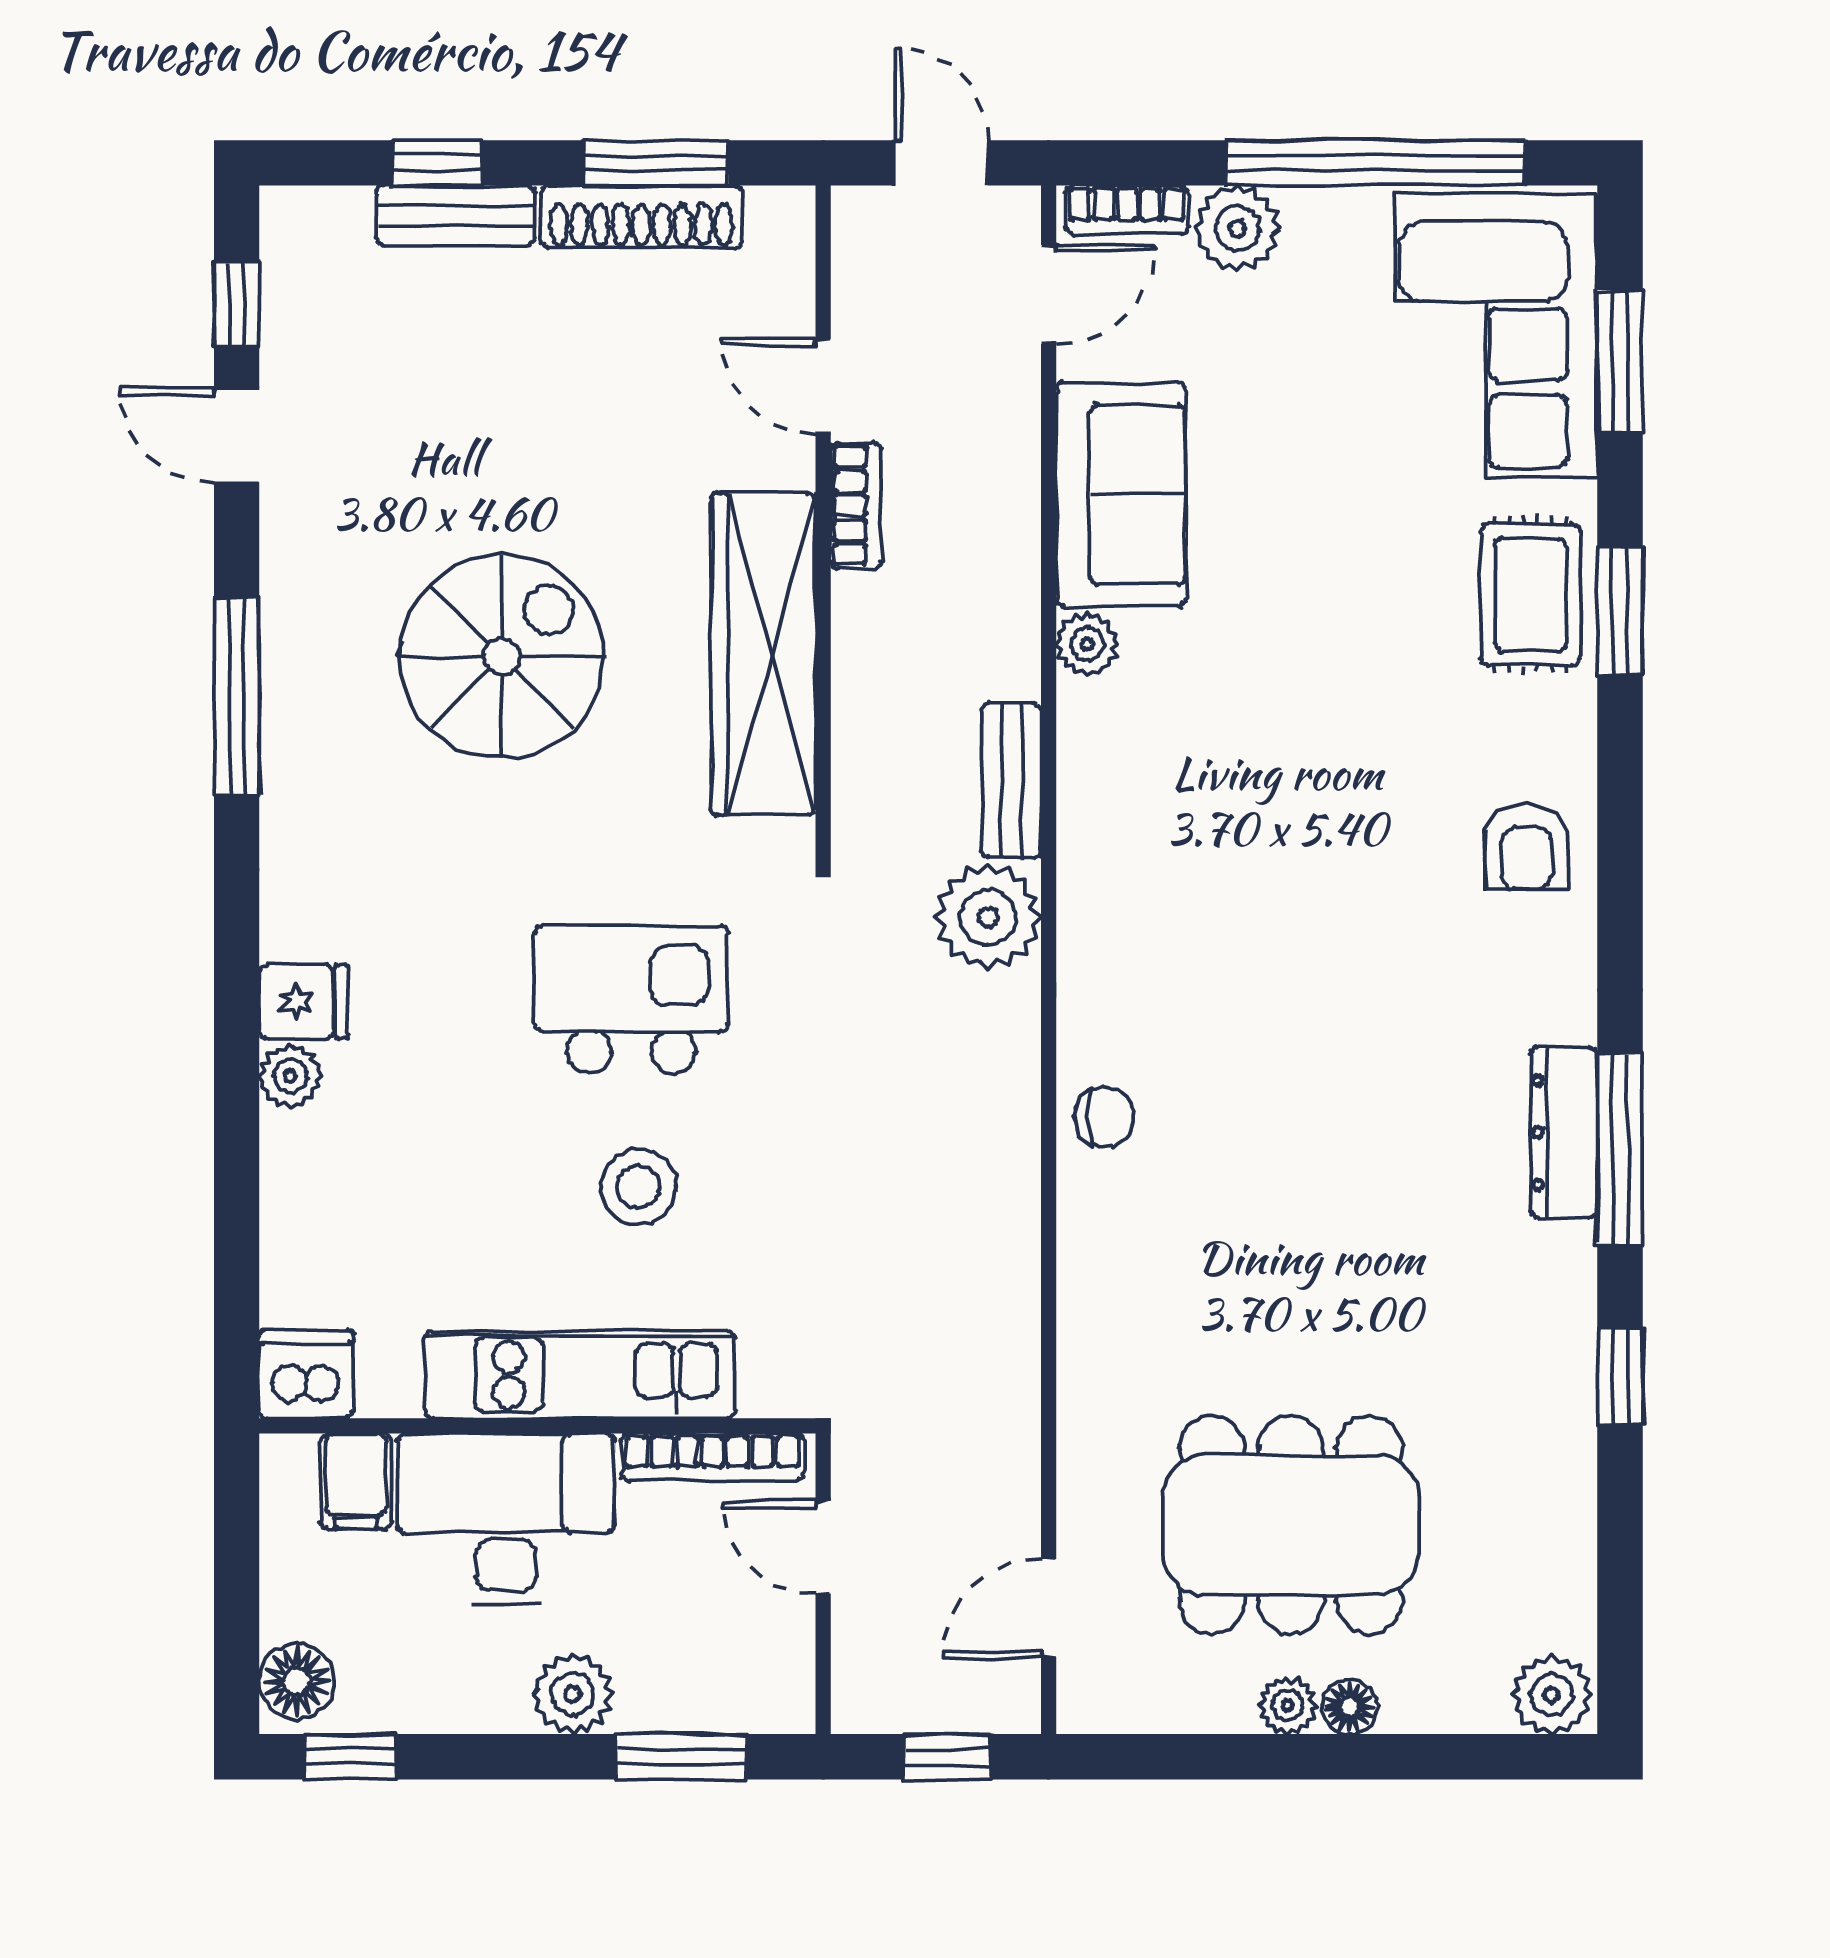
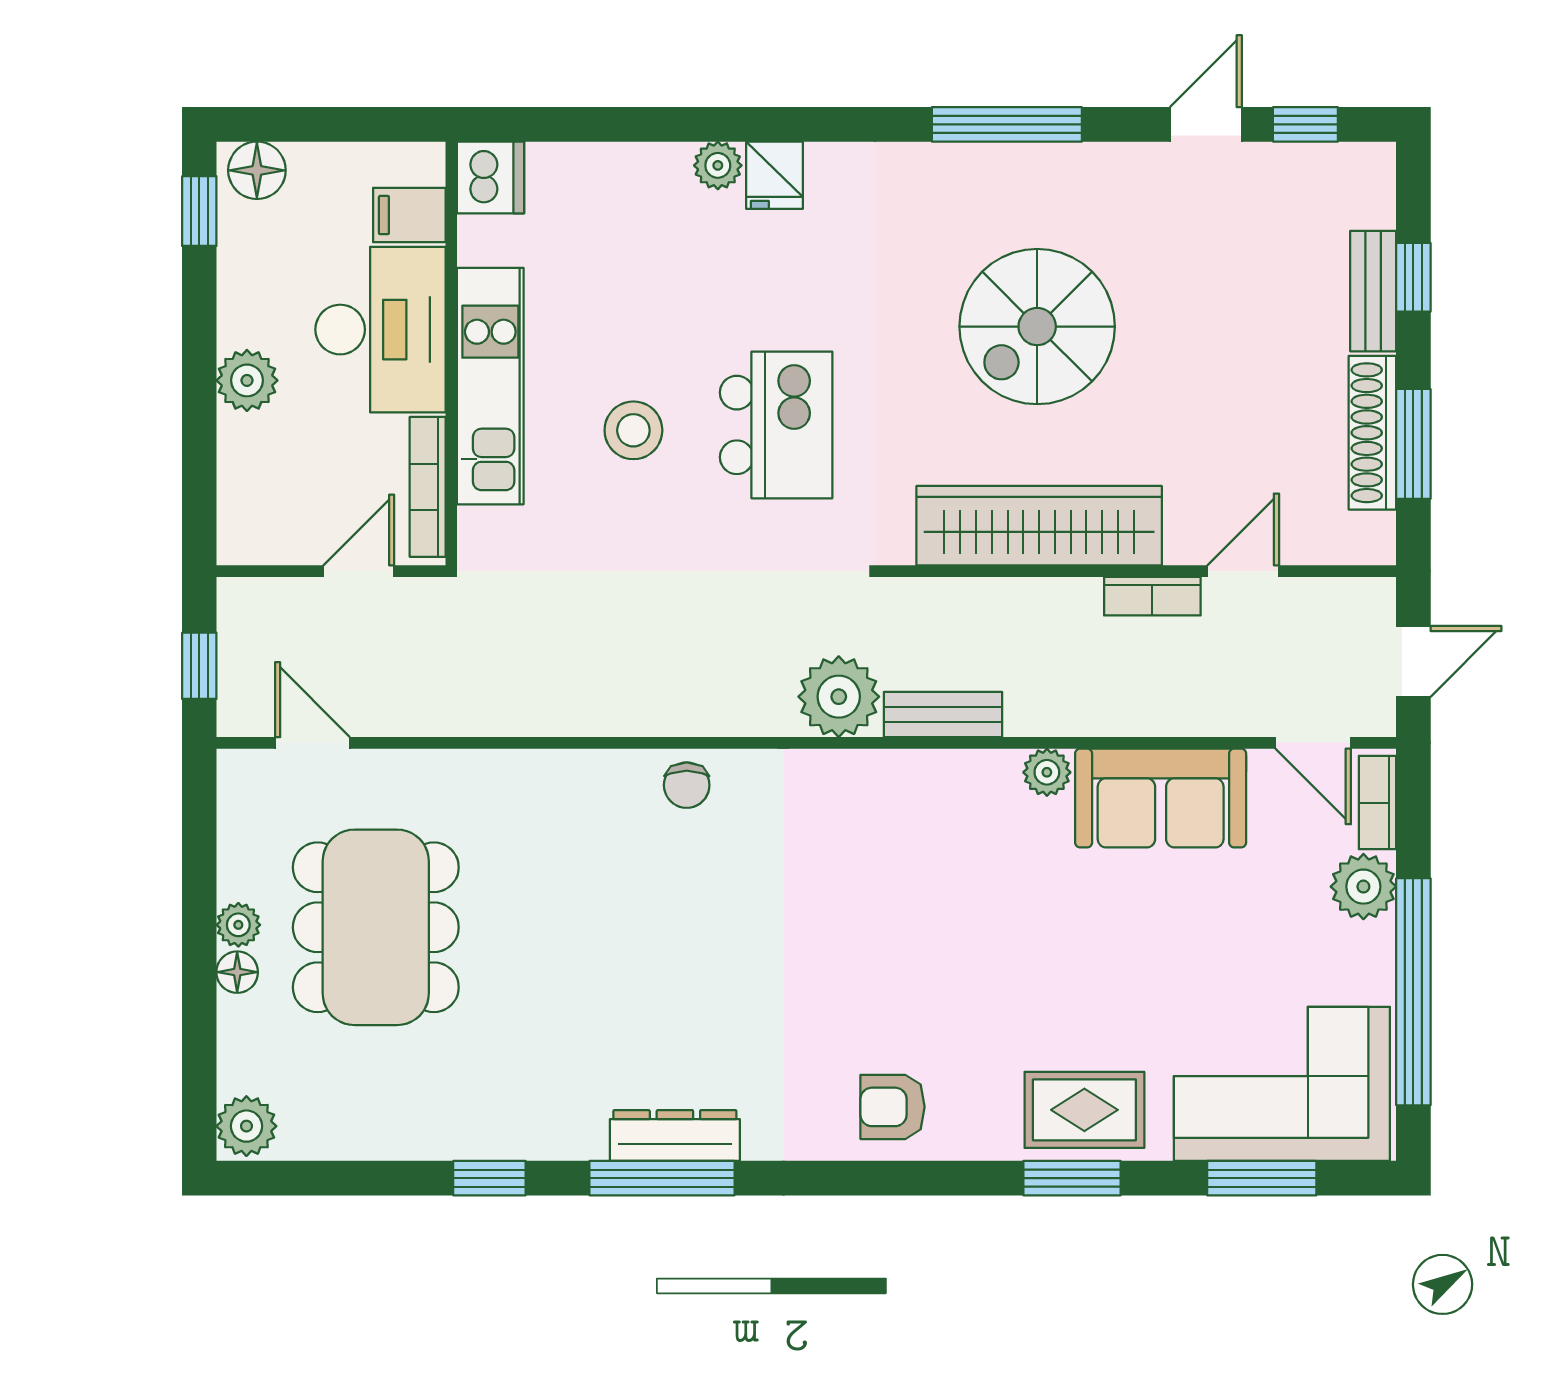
spiral stairs: (502, 657) -> (1037, 327), turned 90
window: (681, 1757) -> (199, 463), removed

